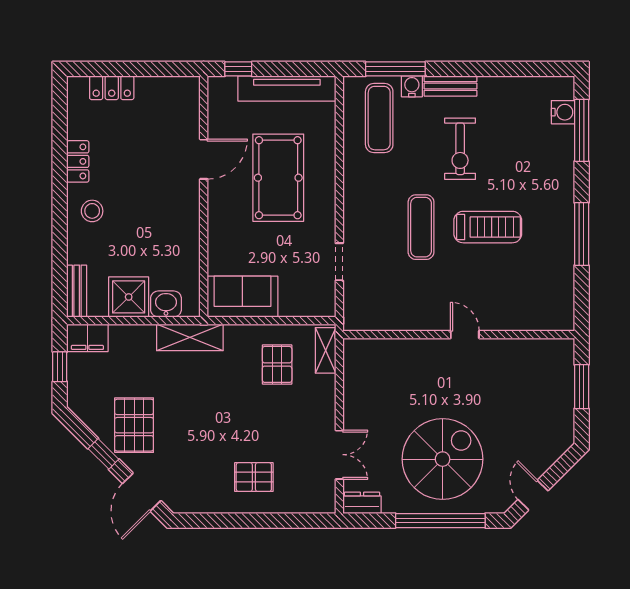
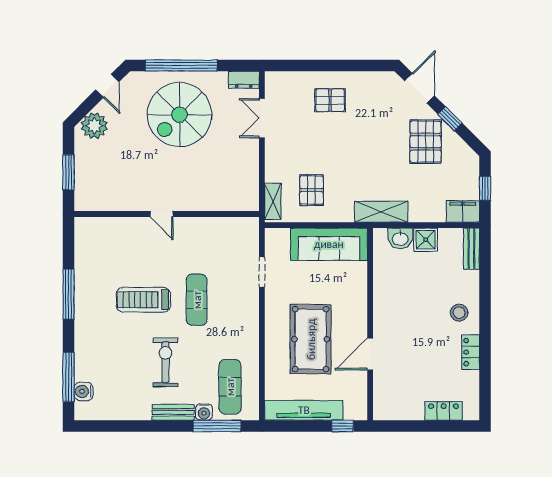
shower: (129, 297) -> (426, 240), width x0.73, depth x0.73
sofa: (242, 297) -> (329, 244), width x1.36
plant: (549, 445) -> (94, 126), added

